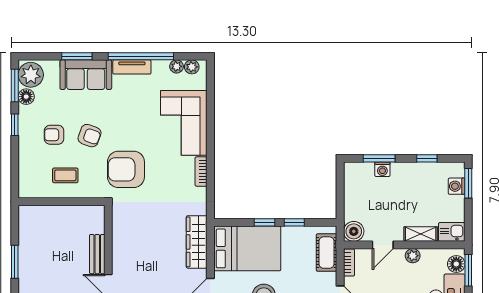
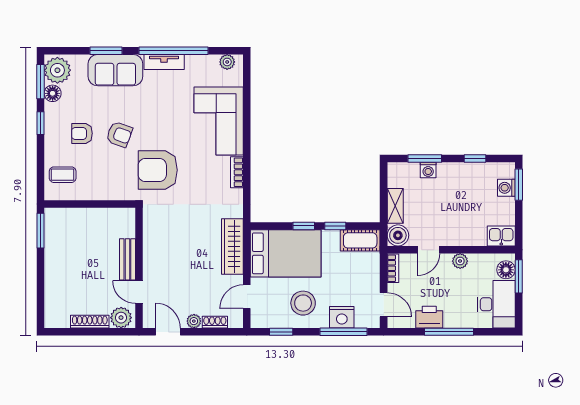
plant: (177, 66) -> (211, 61), removed
coffee table: (65, 175) -> (63, 175), moved
shelving: (421, 234) -> (395, 206), moved, turned 90
cot: (326, 253) -> (360, 240), moved, turned 90
window: (15, 262) -> (41, 231), moved

